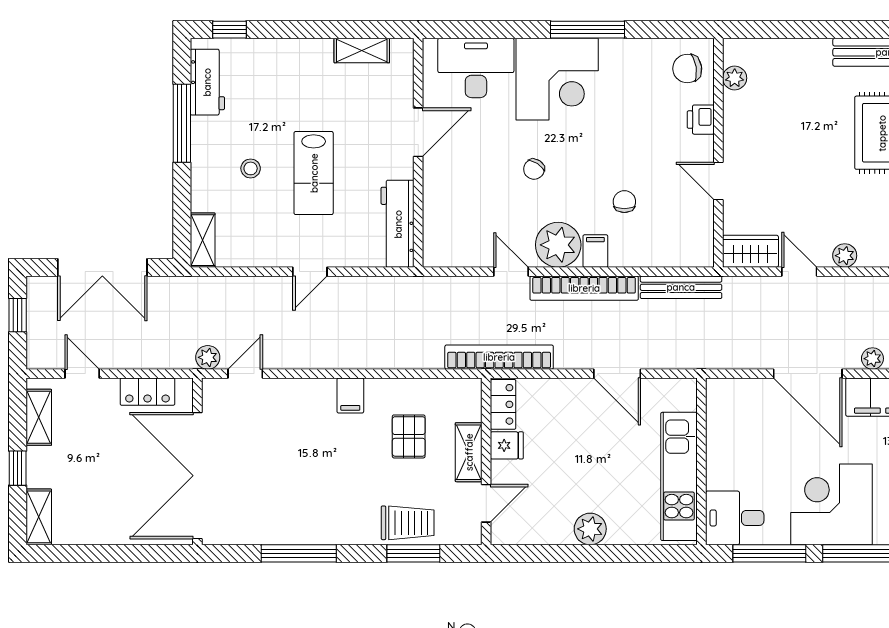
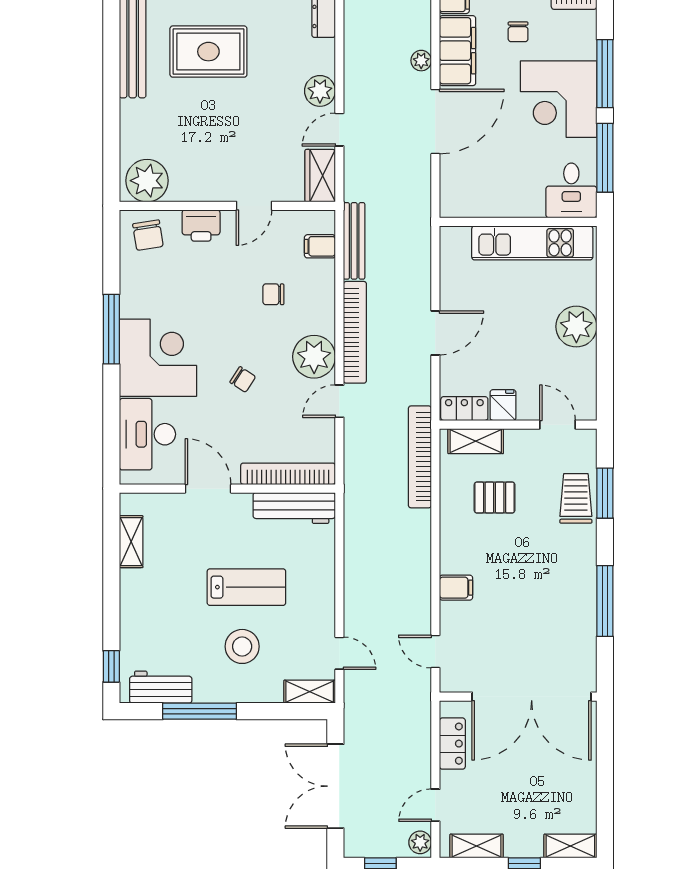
plant: (735, 78) -> (147, 181), width x1.87, depth x1.87
printer: (701, 120) -> (201, 225), width x1.36, depth x1.24
stool: (251, 168) -> (242, 646), width x1.89, depth x1.89
bookcase: (434, 217) -> (288, 474), added
filing cabinet: (595, 251) -> (320, 246), moved
plant: (845, 256) -> (320, 91), width x1.38, depth x1.38
double door: (102, 267) -> (335, 786), swing flipped
door: (310, 272) -> (339, 653), moved
plant: (208, 357) -> (420, 842), moved
bookcase: (499, 357) -> (420, 457), moved
door: (617, 374) -> (435, 333), moved
filing cabinet: (350, 396) -> (456, 588), moved
shelving: (469, 452) -> (476, 441), moved
plant: (590, 529) -> (576, 327), width x1.36, depth x1.36

